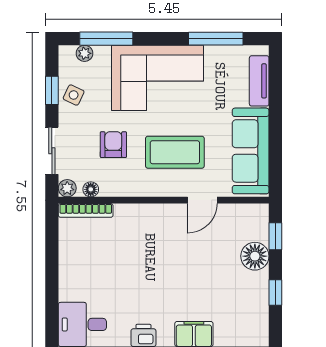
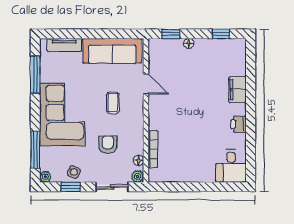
plant: (85, 53) -> (45, 177), moved
armchair: (113, 145) -> (108, 145), turned 90
coffee table: (175, 152) -> (113, 103), width x0.54, depth x0.58
bookcase: (86, 210) -> (153, 149), moved
floor lamp: (255, 256) -> (189, 43), width x0.53, depth x0.53
window: (275, 292) -> (221, 34), moved

